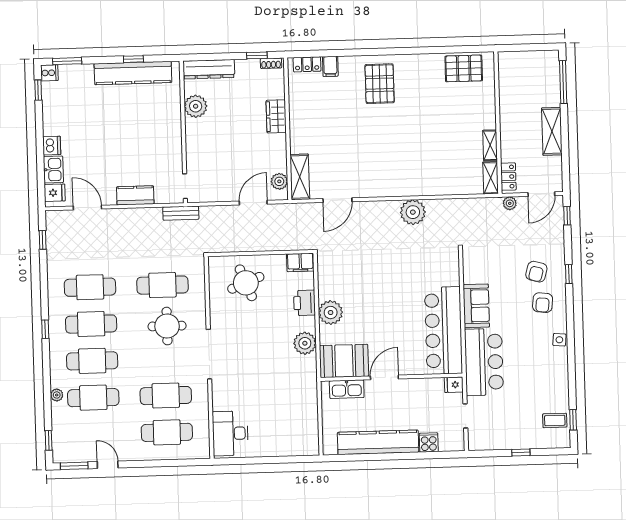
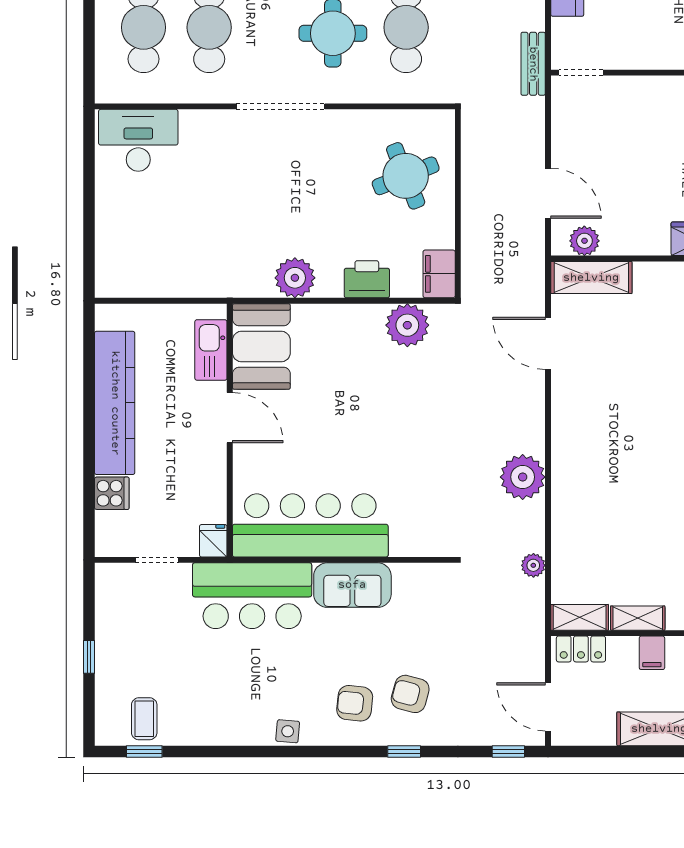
filing cabinet: (509, 137) -> (652, 653), added
plant: (510, 203) -> (533, 565), moved
plant: (331, 313) -> (407, 325), moved

